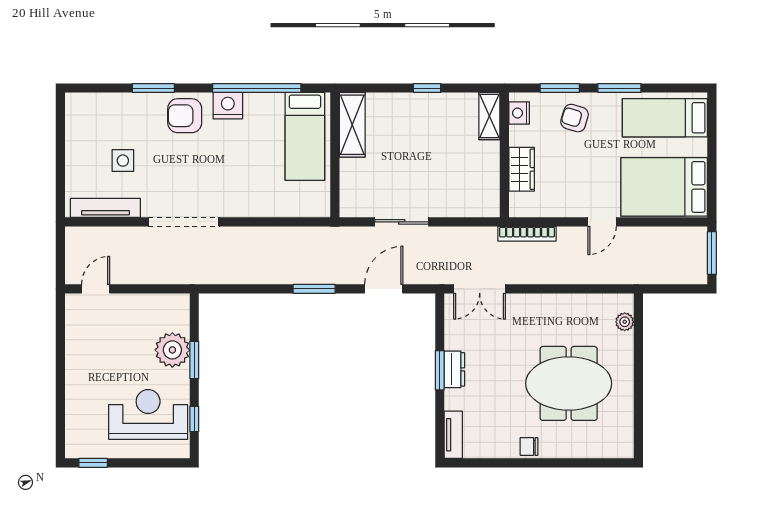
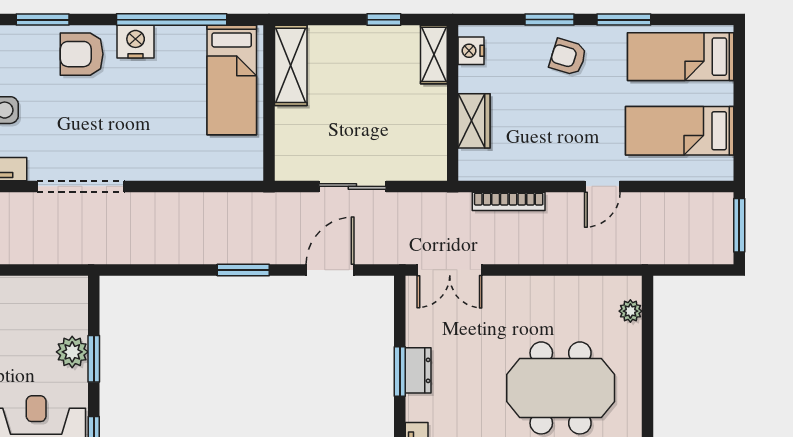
nightstand: (519, 113) -> (471, 51), moved
shelving: (489, 116) -> (434, 54), moved
wall: (504, 155) -> (453, 103), moved
wardrobe: (522, 169) -> (474, 121), moved
bed: (664, 187) -> (680, 131), width x0.67
plant: (172, 350) -> (72, 352), width x0.73, depth x0.73

